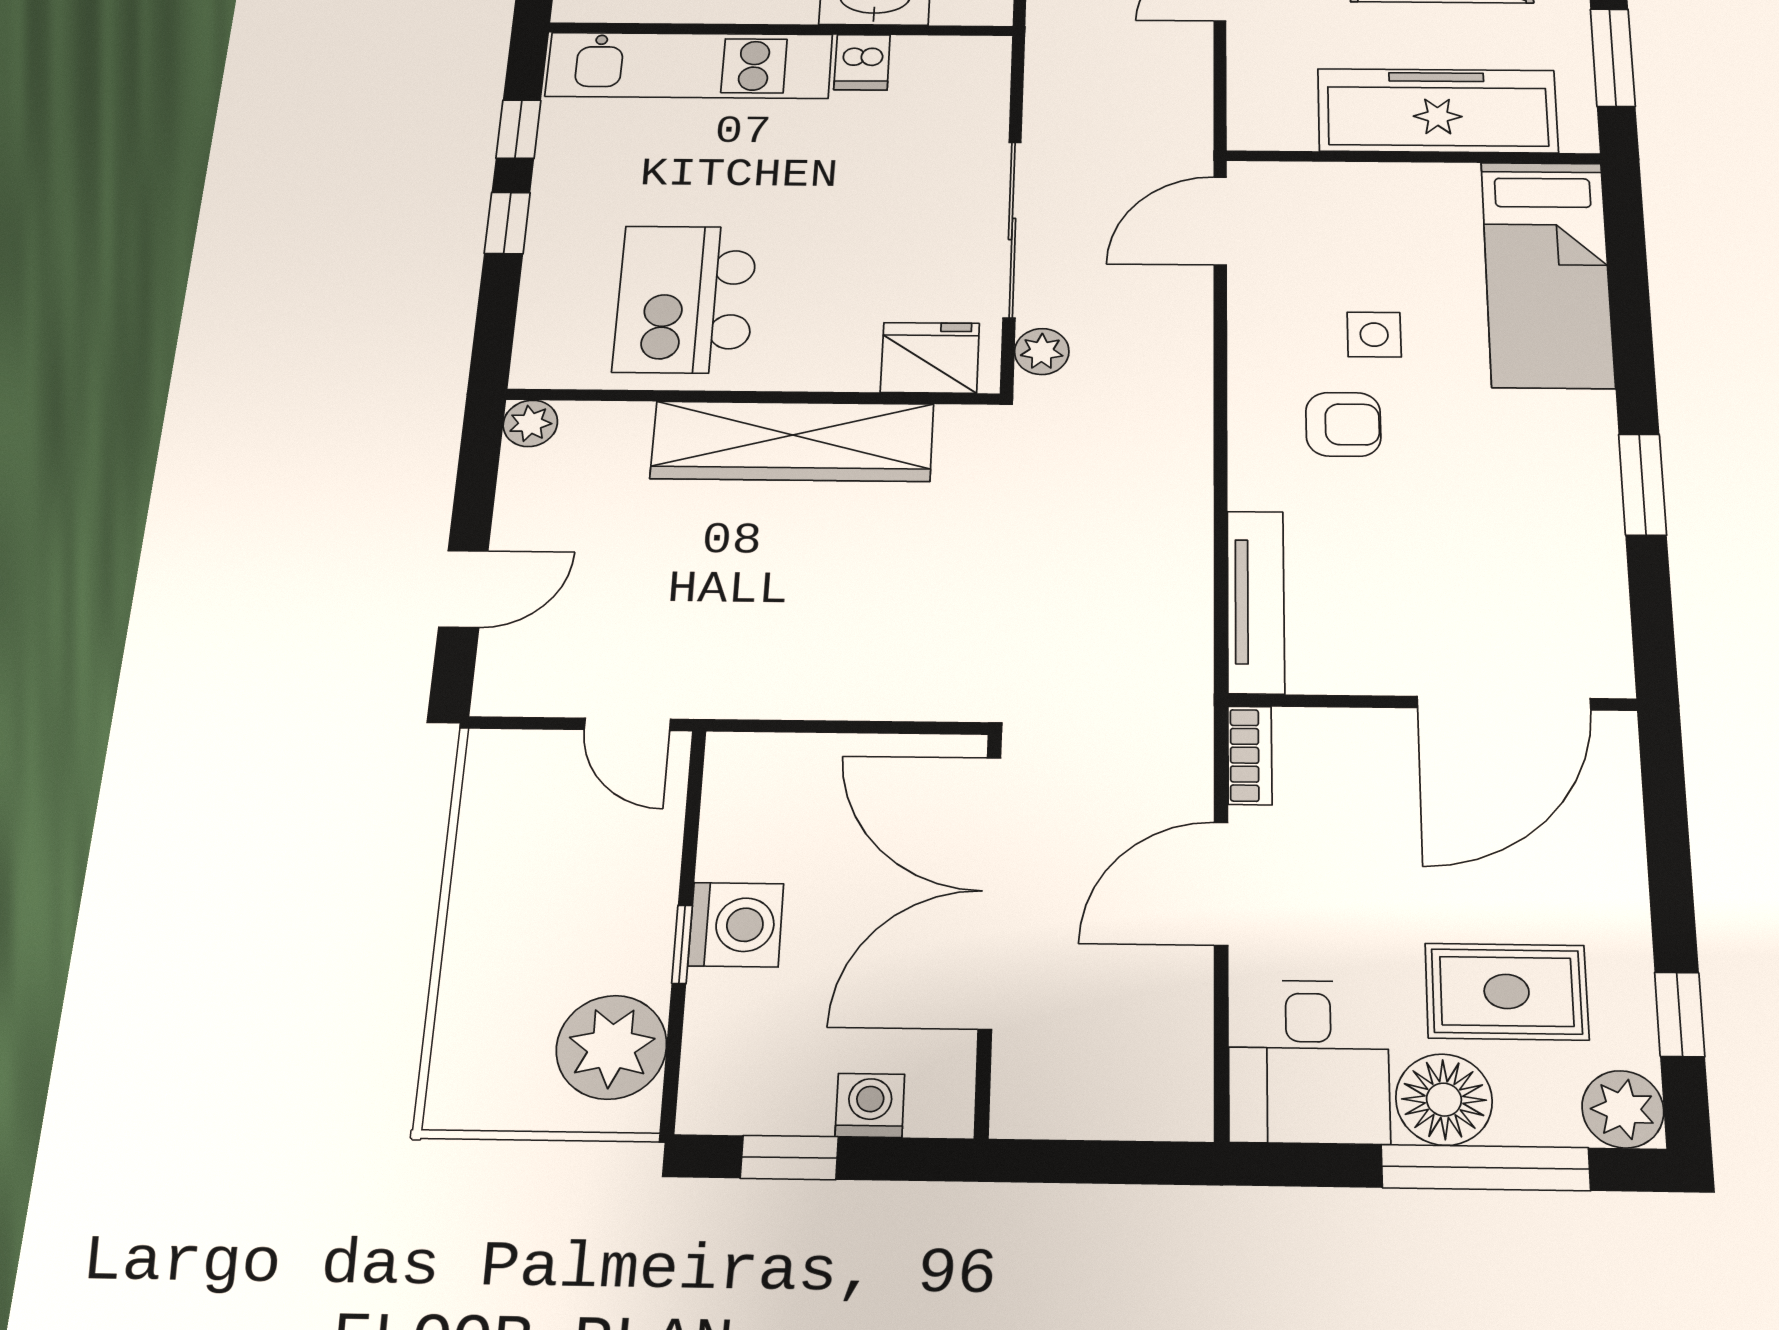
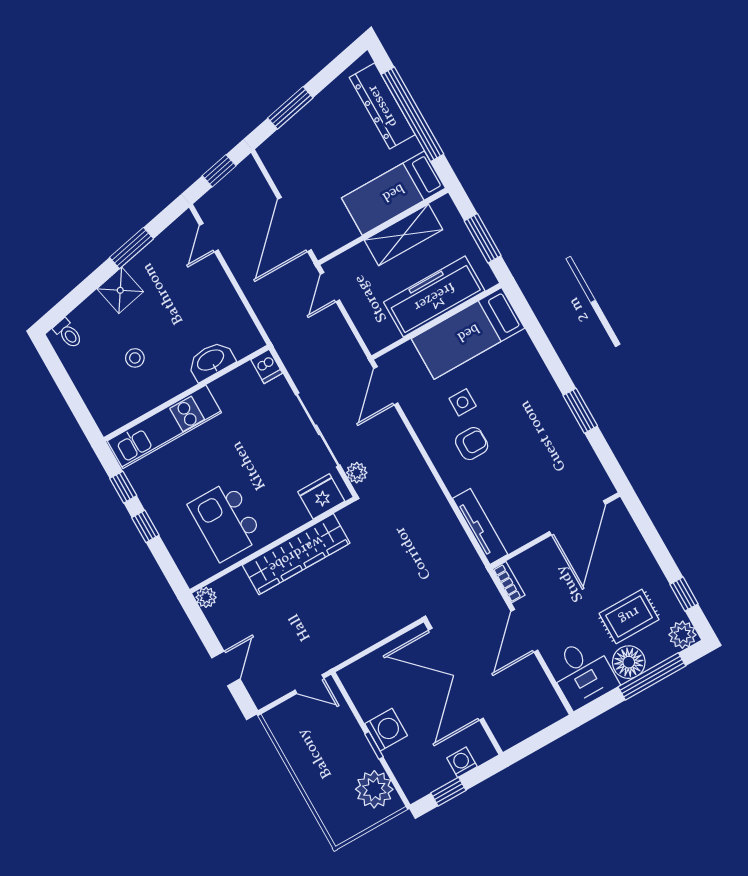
dishwasher: (862, 62) -> (267, 366), moved
bed: (1547, 274) -> (468, 333), moved, turned 90

